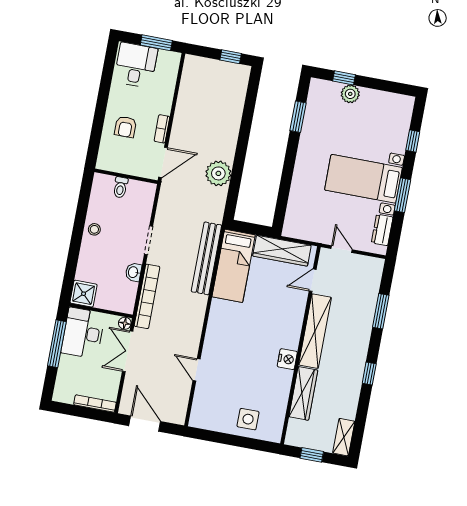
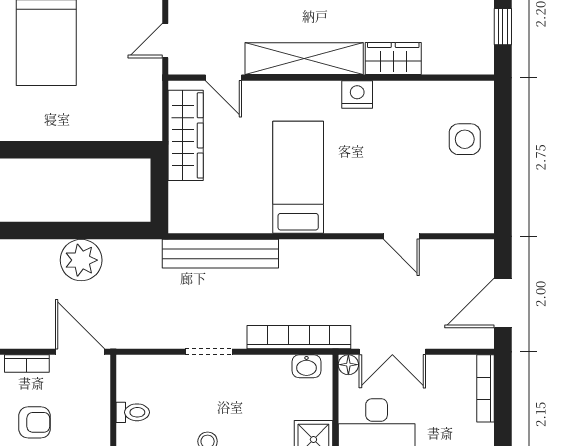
bed: (234, 266) -> (298, 177), moved, turned -90
washbasin: (133, 272) -> (306, 366), moved
door: (196, 370) -> (401, 236), hinge flipped
wardrobe: (303, 393) -> (393, 59), width x0.67

